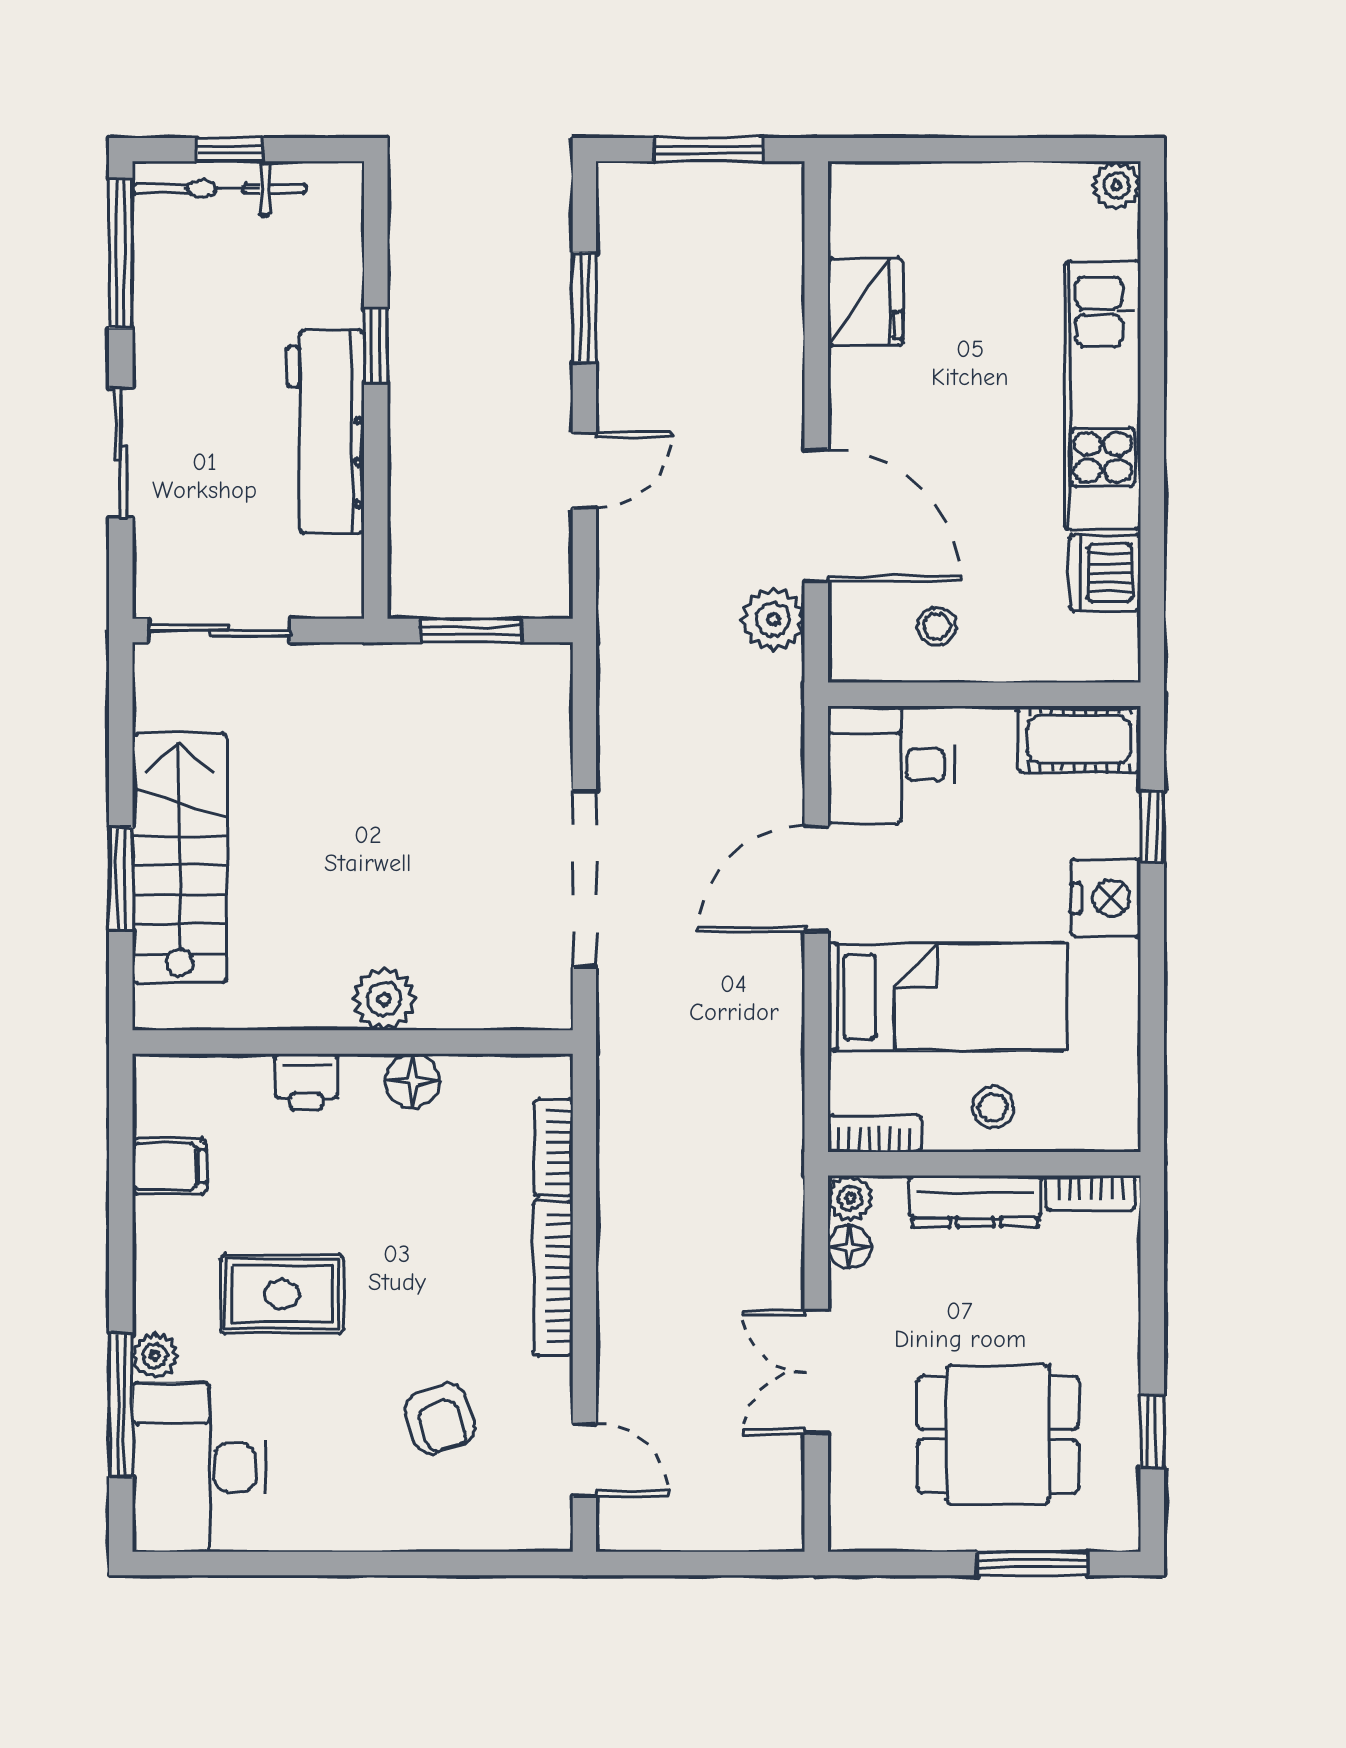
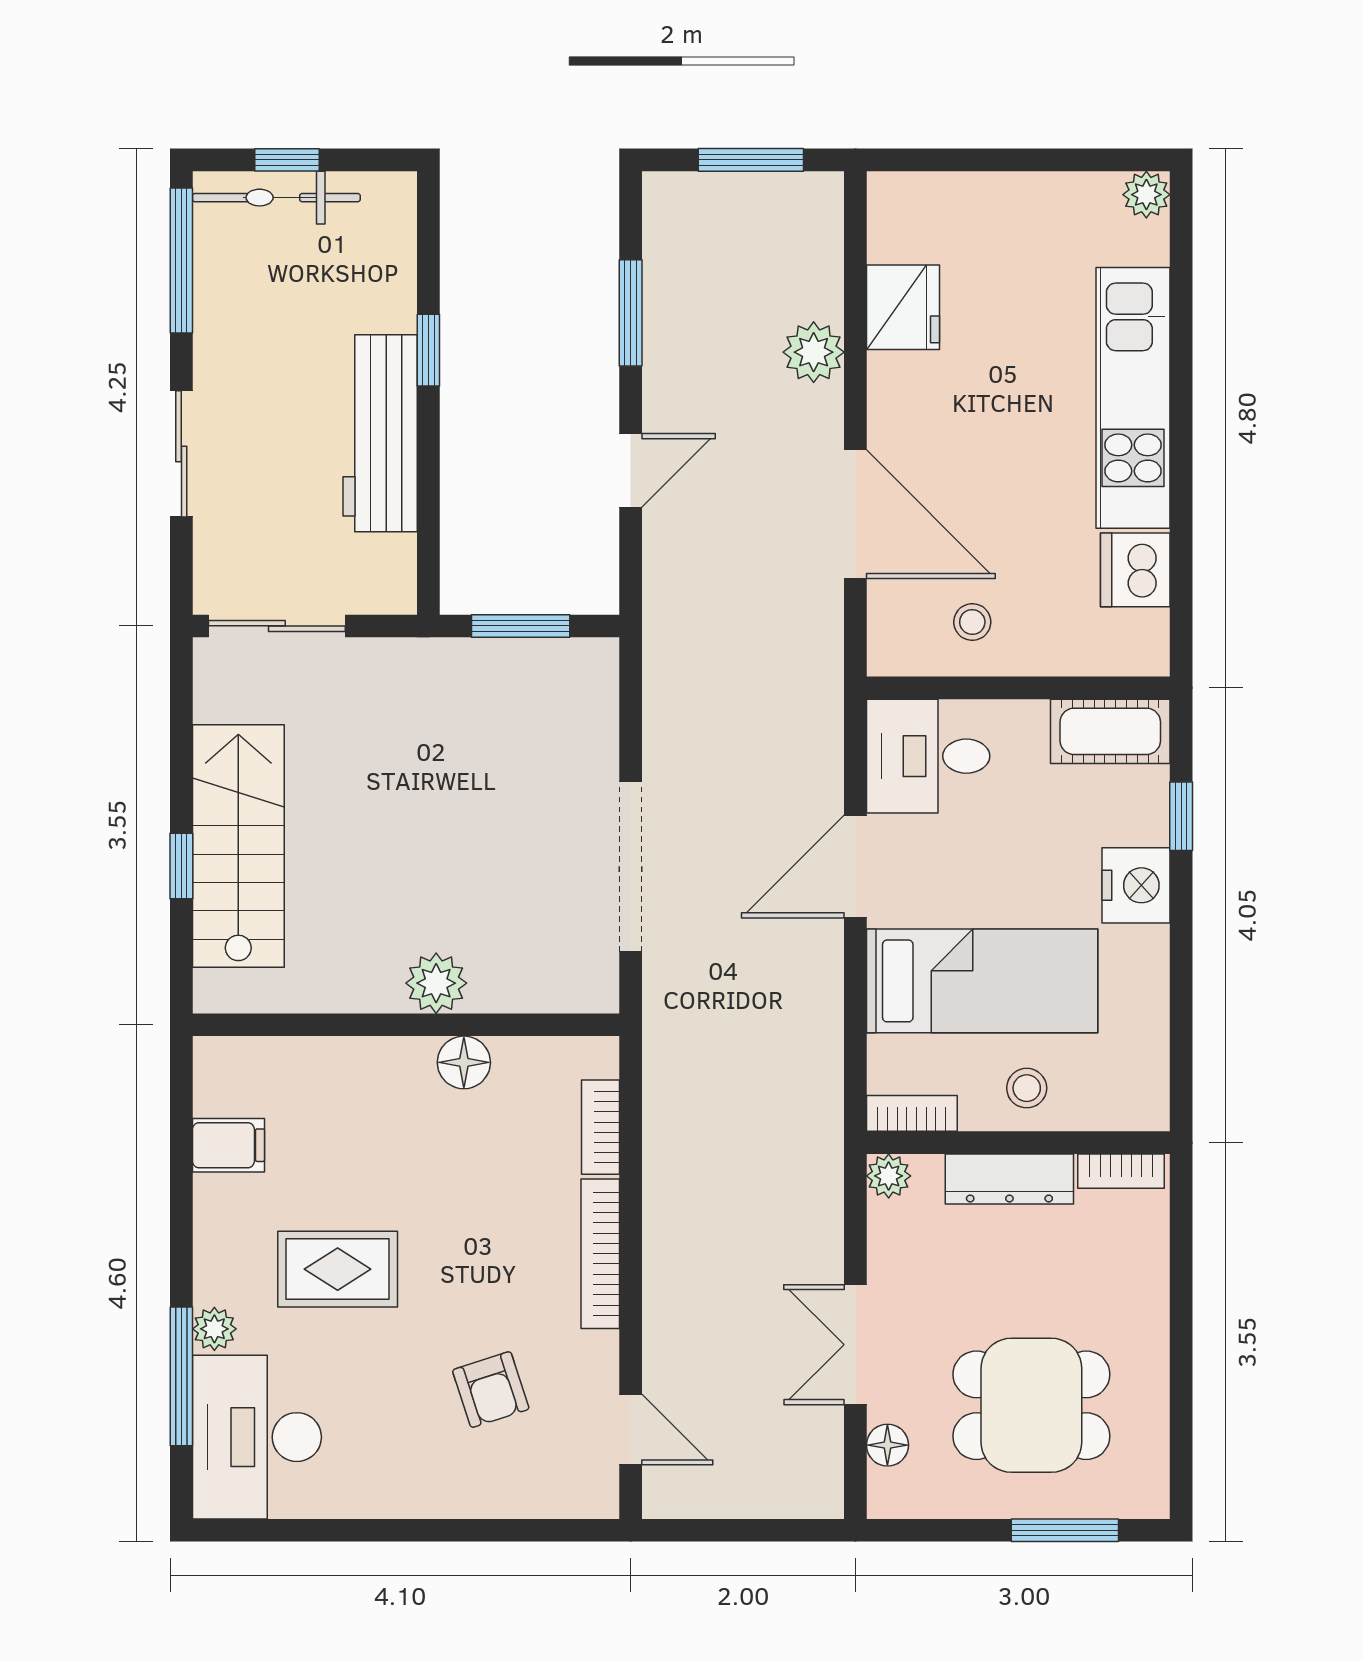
plant: (773, 619) -> (814, 352), moved
window: (121, 878) -> (181, 866), width x0.67
printer: (306, 1082) -> (361, 1063), removed
floor lamp: (849, 1247) -> (887, 1445), moved
window: (1152, 1431) -> (1181, 1402), removed

